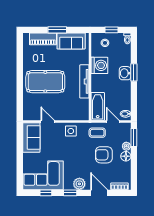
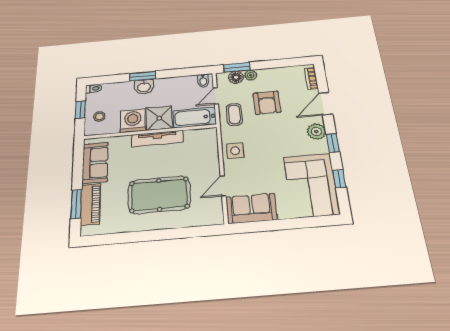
window: (57, 30) -> (76, 204), moved
pool table: (45, 82) -> (159, 195), turned 90
shower: (100, 83) -> (159, 118), added
floor lamp: (126, 156) -> (236, 77), moved

